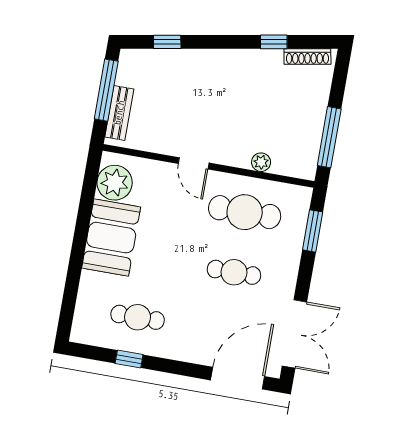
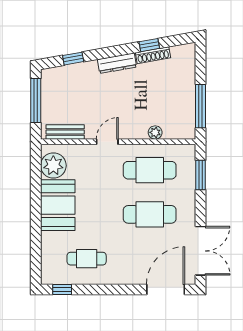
shoe rack: (307, 57) -> (153, 55), moved
dresser: (226, 59) -> (117, 63), added
bench: (119, 113) -> (65, 132), moved, turned 90
door: (194, 163) -> (107, 142), swing flipped
cafe table: (234, 272) -> (150, 214), width x1.37, depth x1.35
window: (129, 359) -> (62, 289), moved

